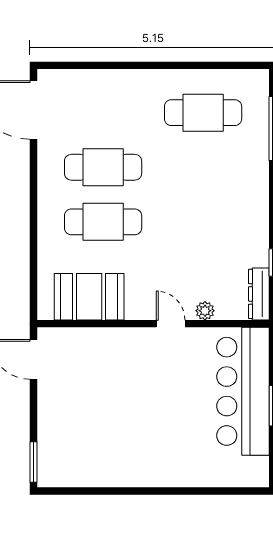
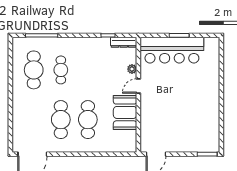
cafe table: (203, 167) -> (61, 70), added
booth: (89, 297) -> (125, 112), moved

